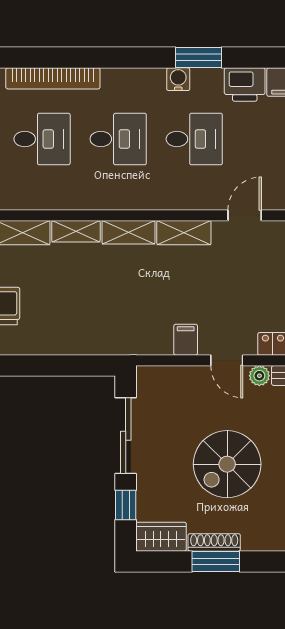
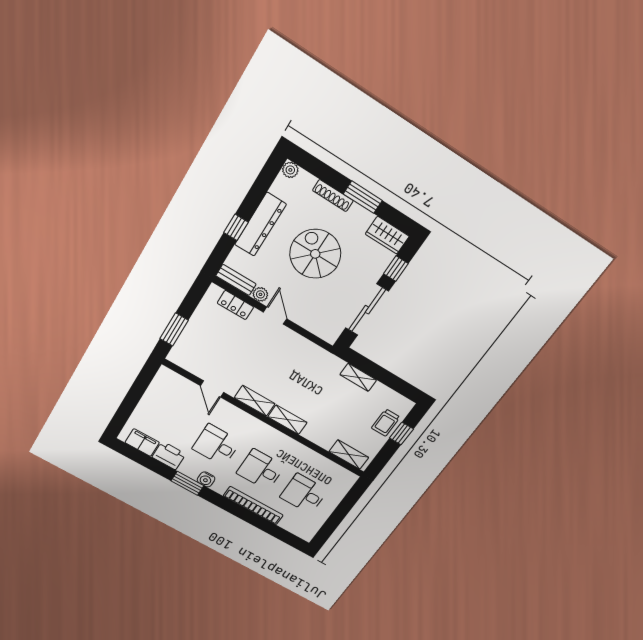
bookcase: (53, 78) -> (253, 506), moved
door: (245, 215) -> (212, 389), hinge flipped
shelving: (76, 231) -> (358, 377), moved
filing cabinet: (186, 340) -> (293, 342), removed
spiral stairs: (227, 464) -> (315, 254), turned -90
shoe rack: (214, 542) -> (333, 196), moved

